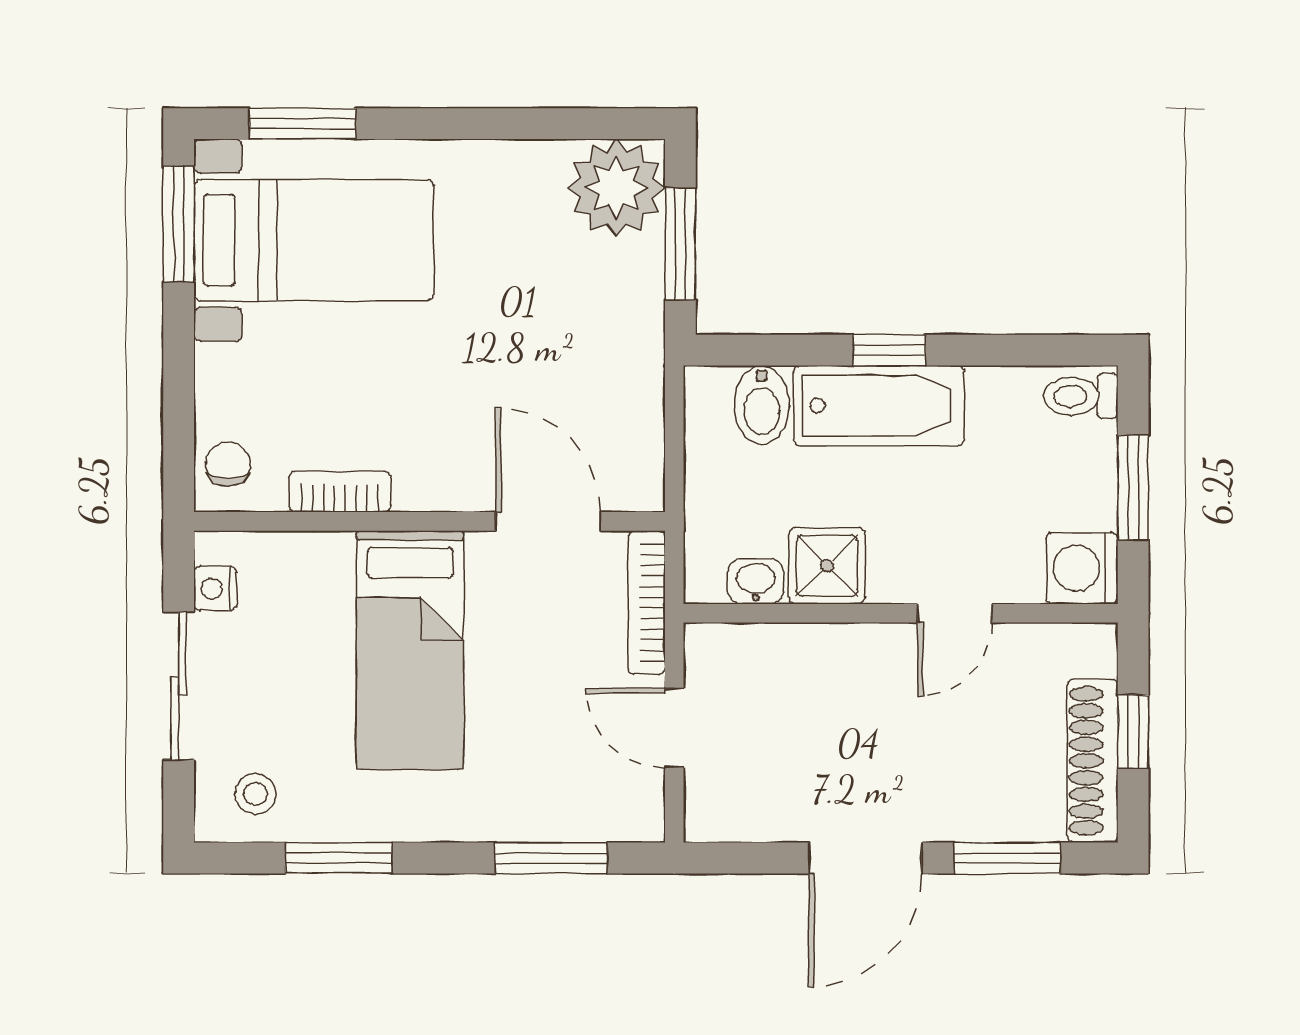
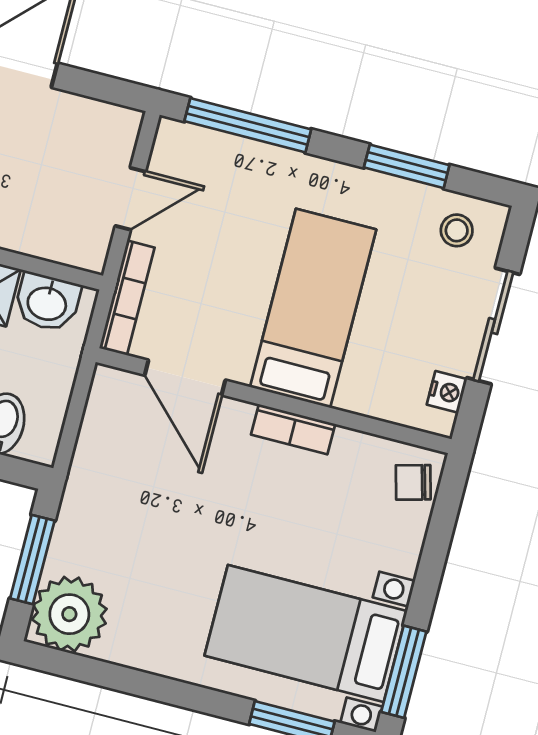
chair: (228, 464) -> (413, 482), turned 75
bookcase: (340, 492) -> (293, 429), moved
washbasin: (756, 581) -> (47, 302), width x1.38, depth x1.45
door: (674, 728) -> (130, 199), hinge flipped
window: (551, 858) -> (248, 125), width x1.44

